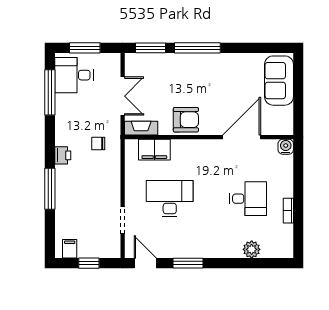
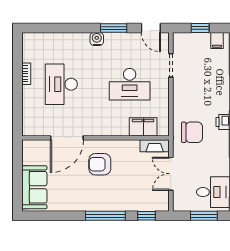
window: (150, 48) -> (146, 216), width x0.67
armchair: (186, 120) -> (100, 164), moved
chair: (98, 144) -> (192, 132), width x1.87, depth x1.87
water cooler: (286, 147) -> (97, 39), moved, turned 180
desk: (248, 199) -> (61, 84), width x1.37
plant: (252, 249) -> (58, 40), removed

